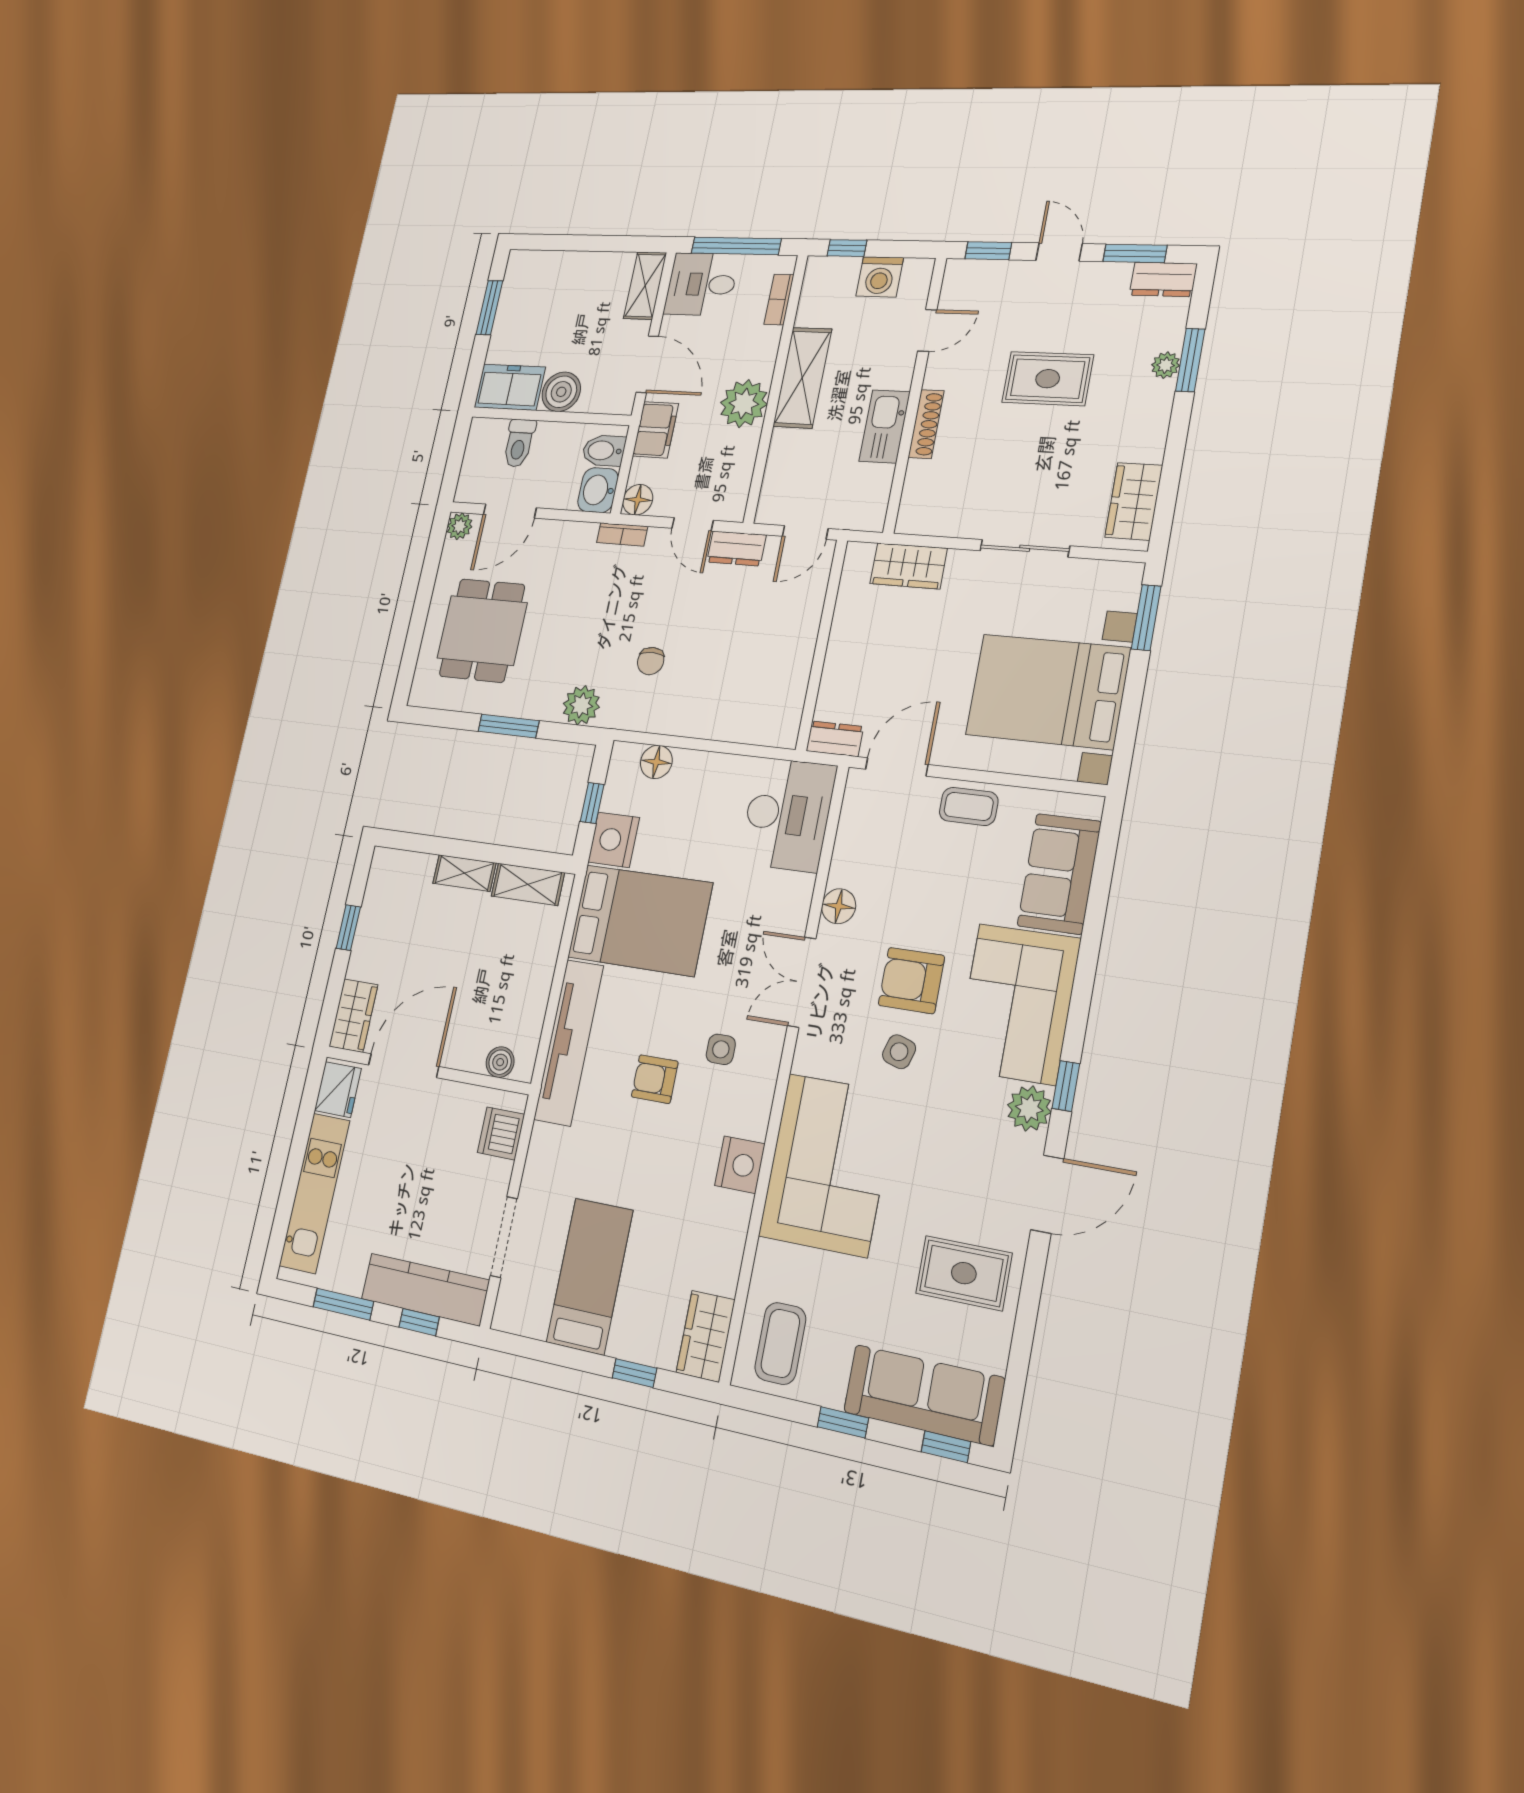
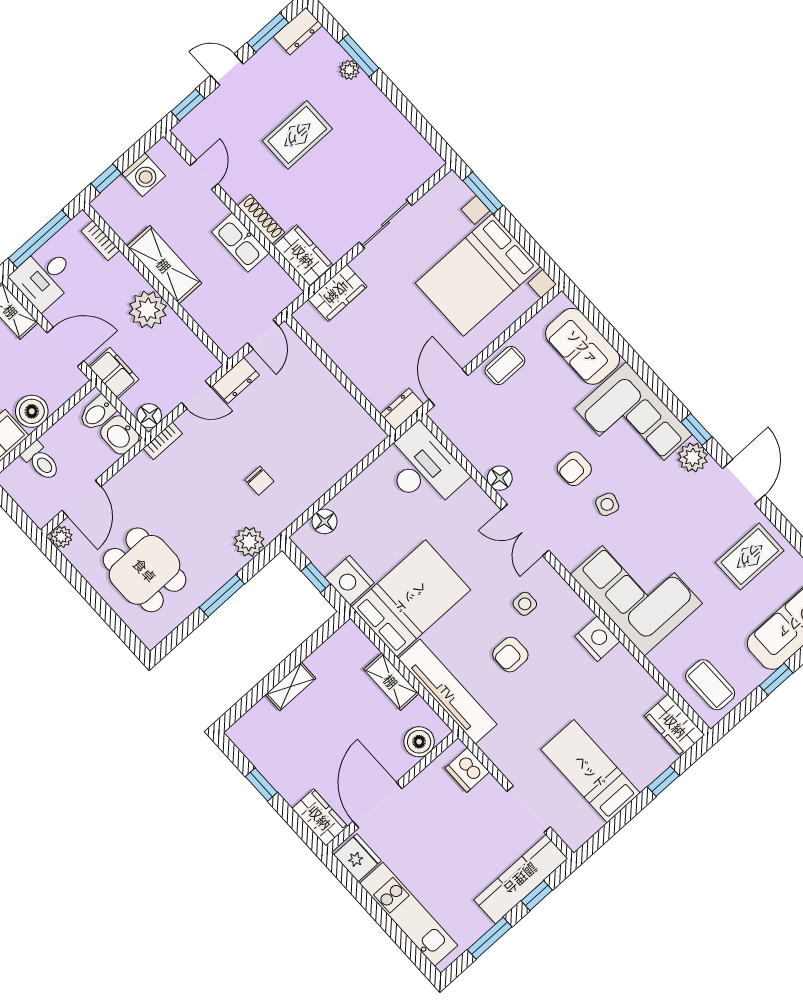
wardrobe: (1134, 501) -> (303, 255), moved, turned 180
shelving: (528, 884) -> (391, 681), moved, turned 90
armchair: (911, 981) -> (574, 469), width x0.72, depth x0.72
boiler: (500, 1062) -> (419, 742), width x1.36, depth x1.36

